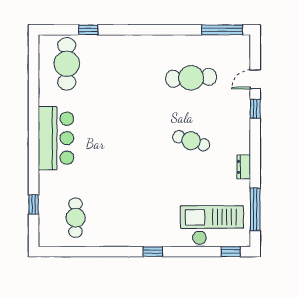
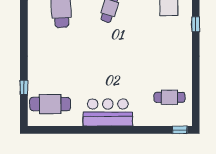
window: (34, 204) -> (180, 130), moved
window: (153, 252) -> (196, 24), moved

